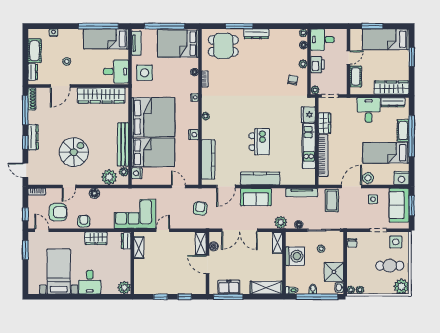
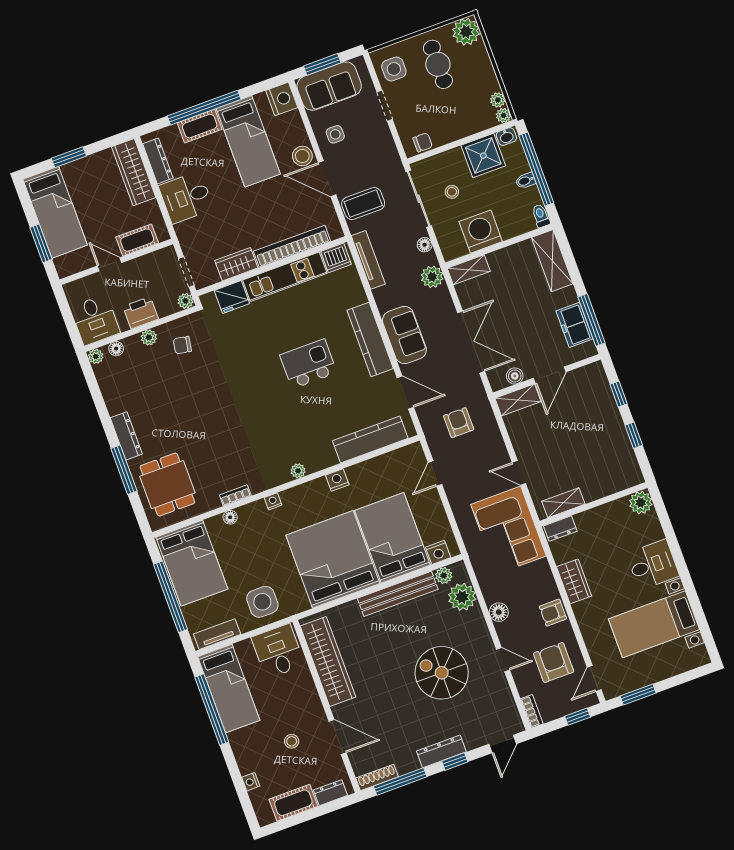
dishwasher: (309, 176) -> (336, 258), added
armchair: (200, 208) -> (459, 423), turned 84

